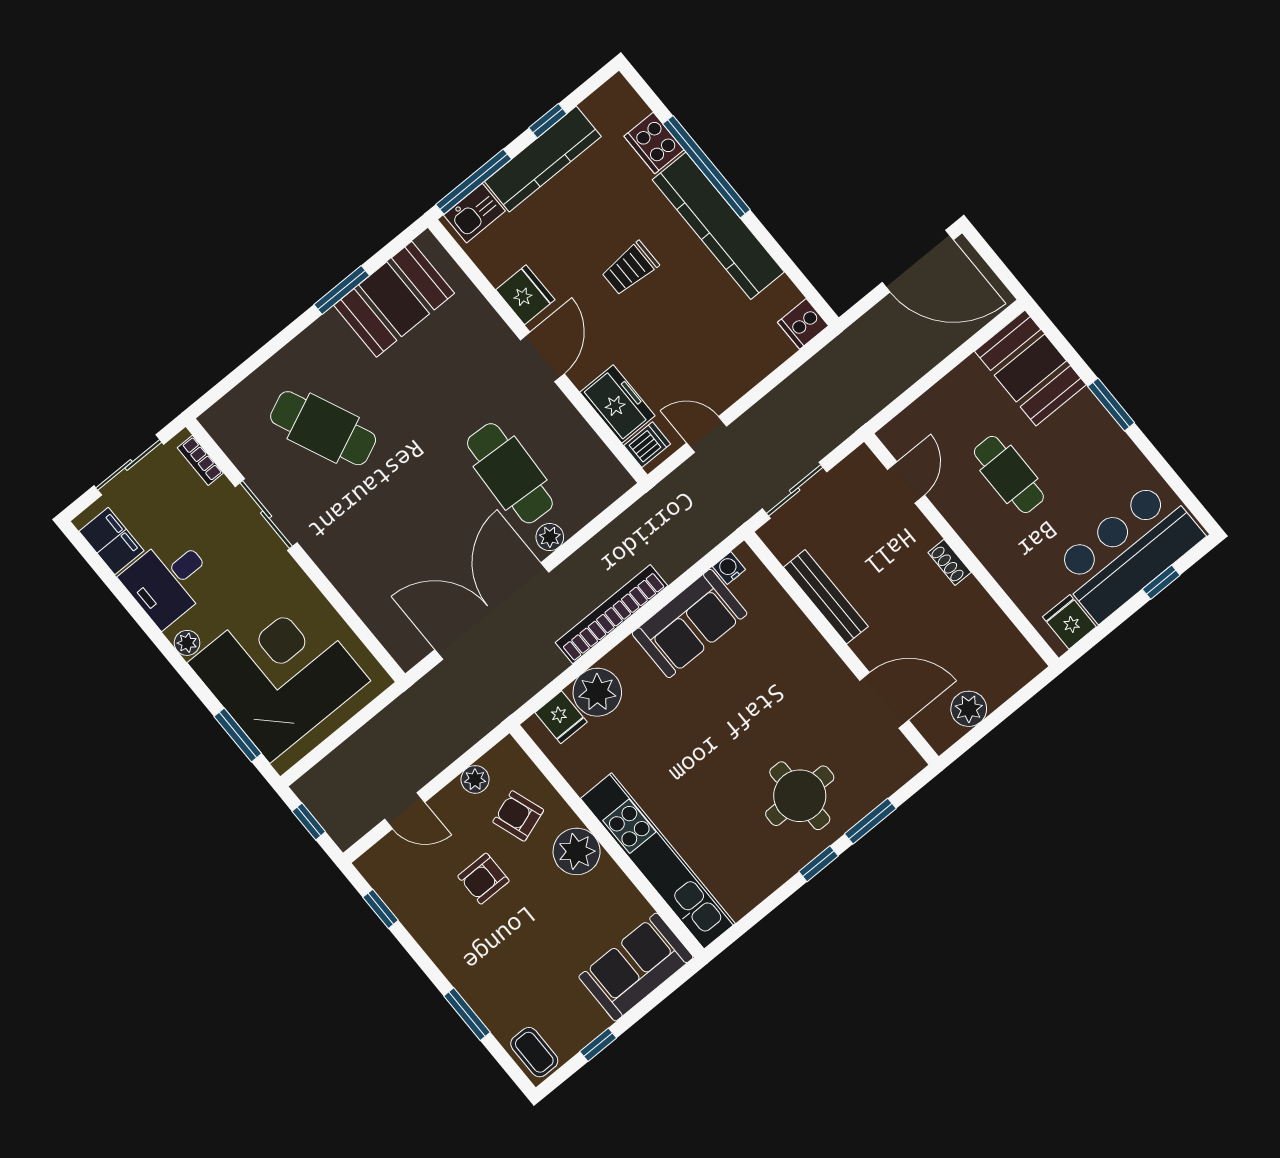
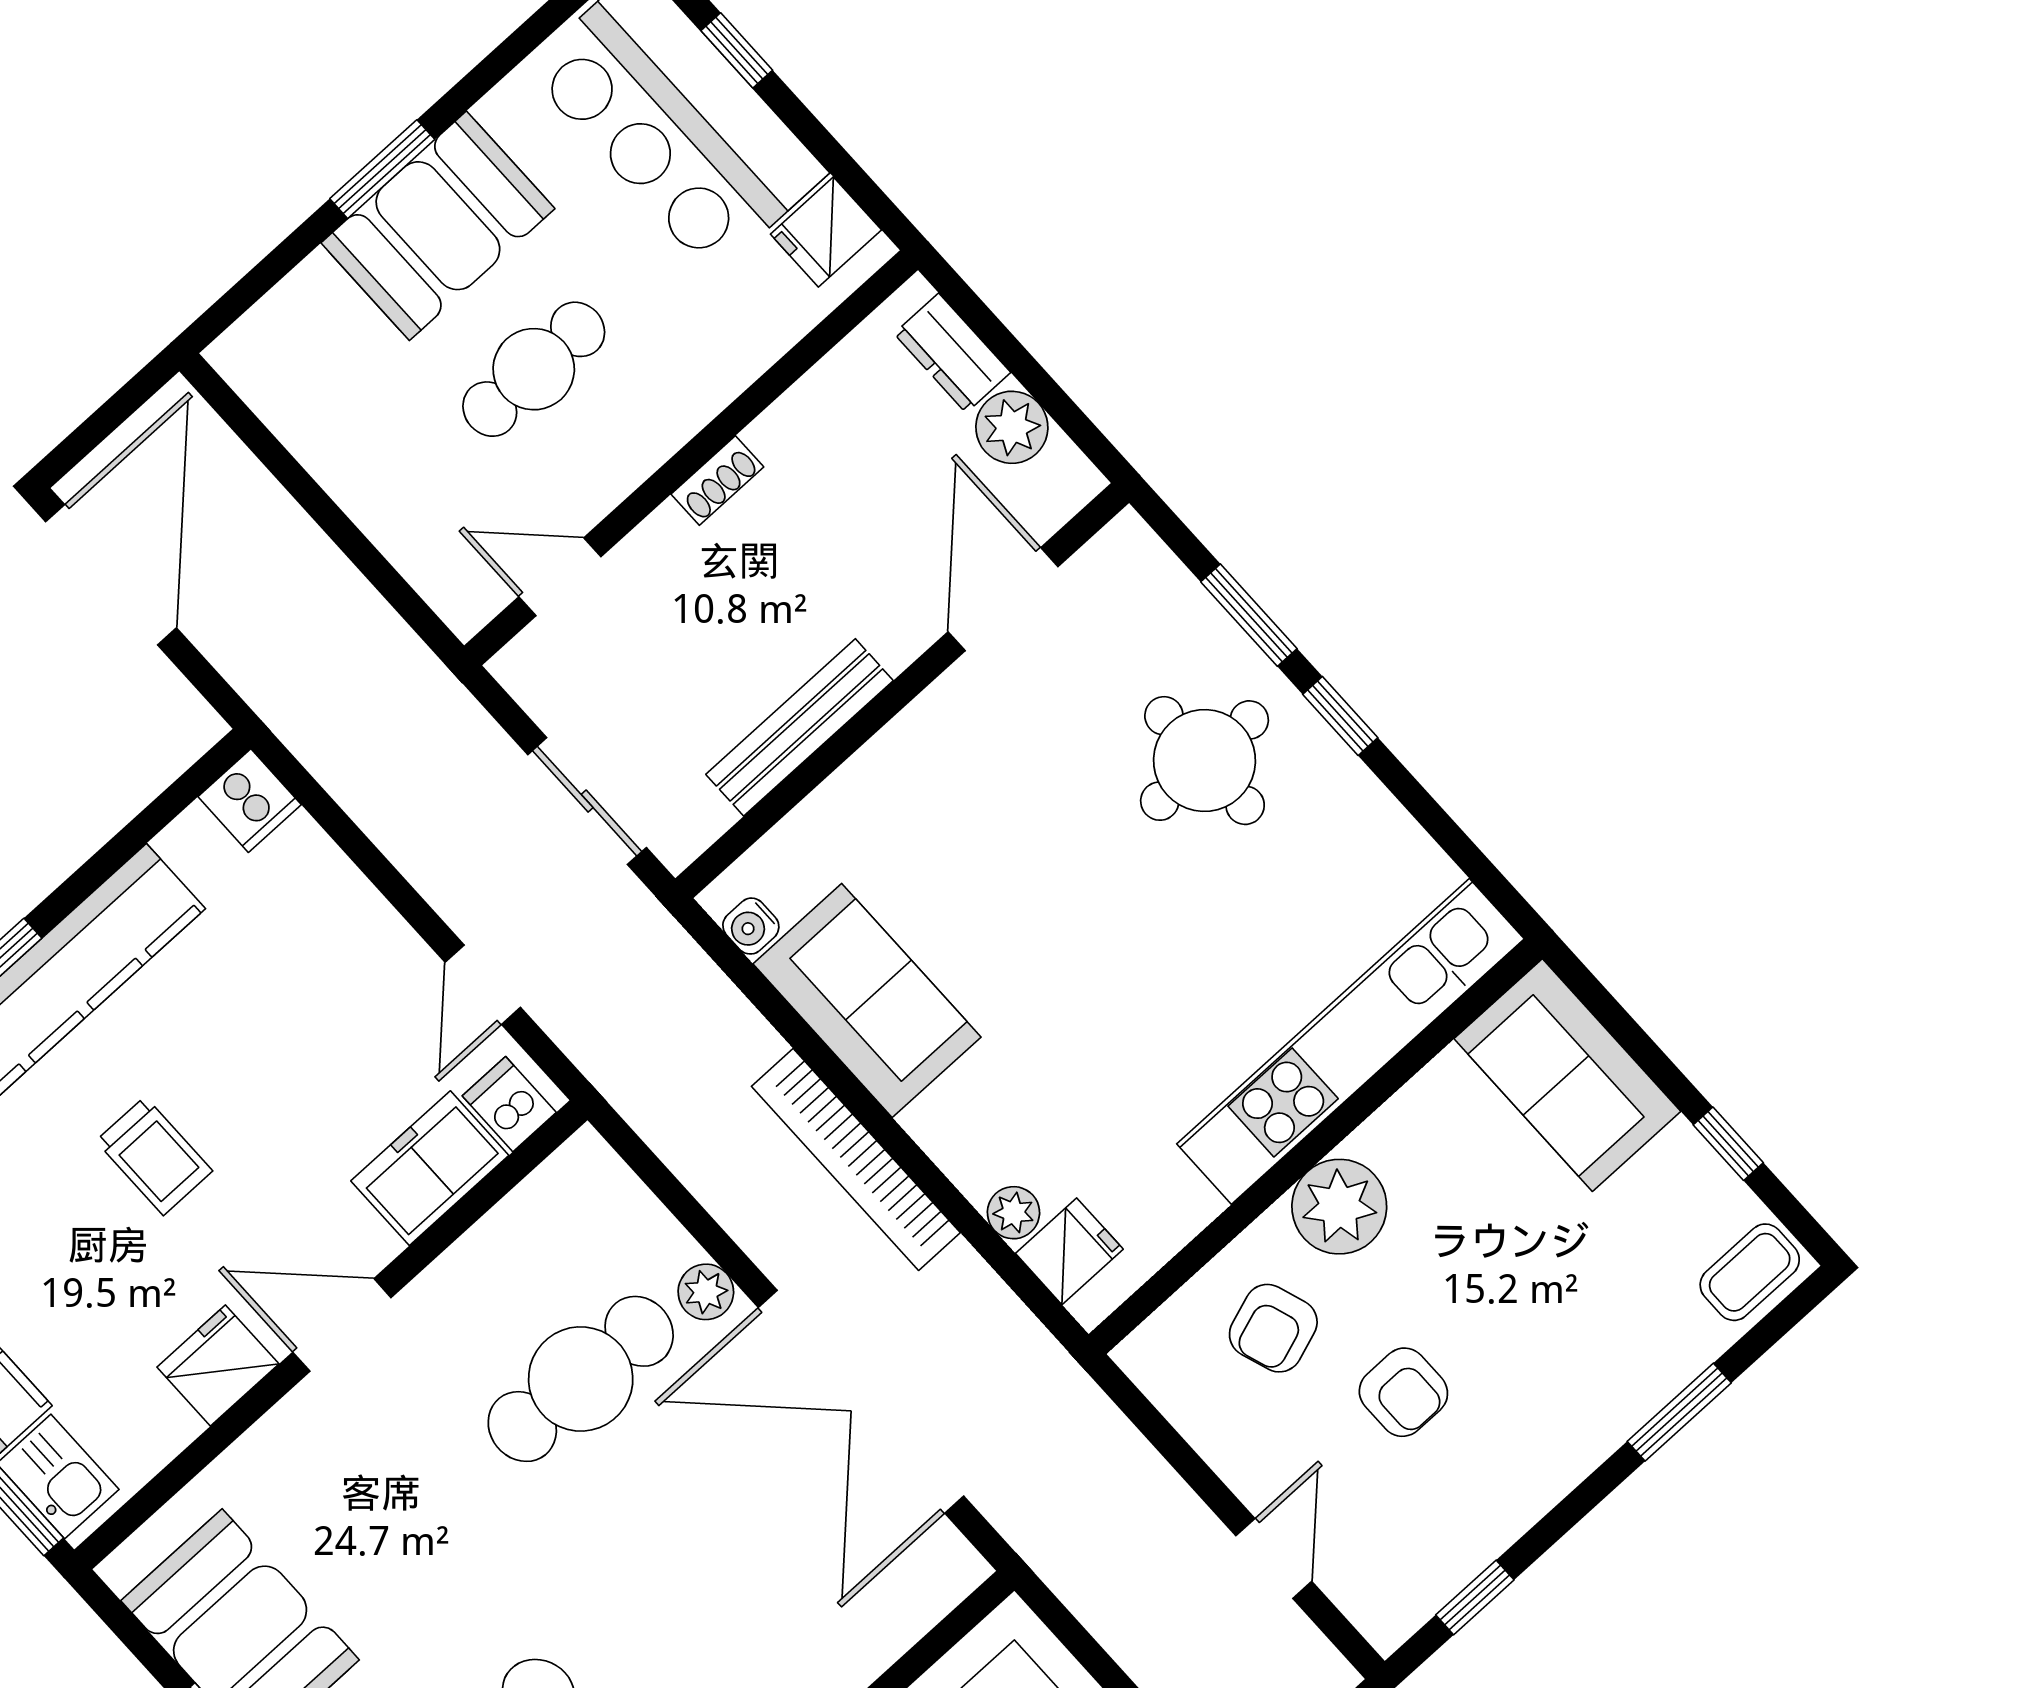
booth: (1030, 368) -> (438, 226), moved
dresser: (1007, 681) -> (952, 353), added
plant: (597, 692) -> (1013, 1213), width x0.53, depth x0.53
plant: (475, 779) -> (1204, 1419), removed

